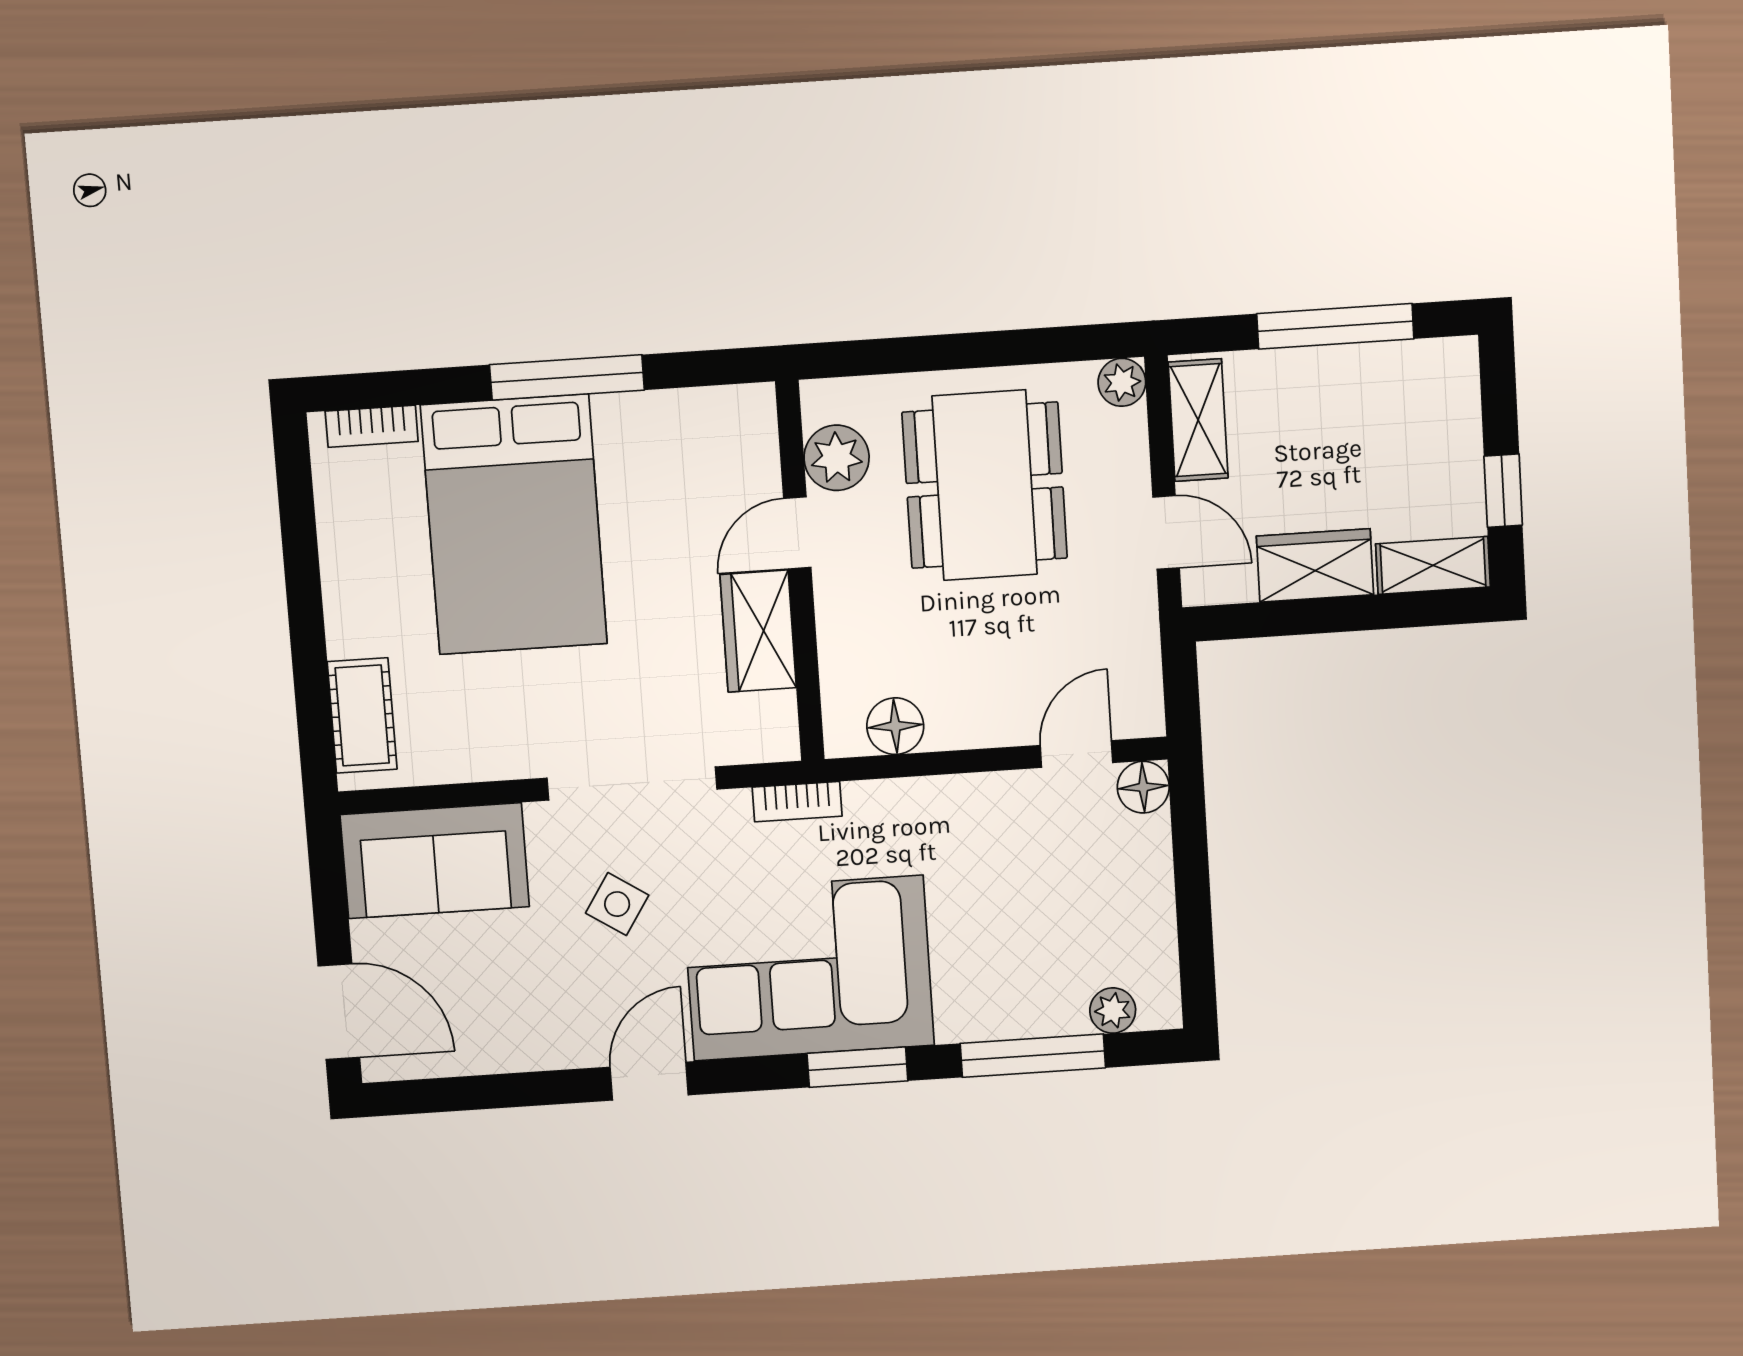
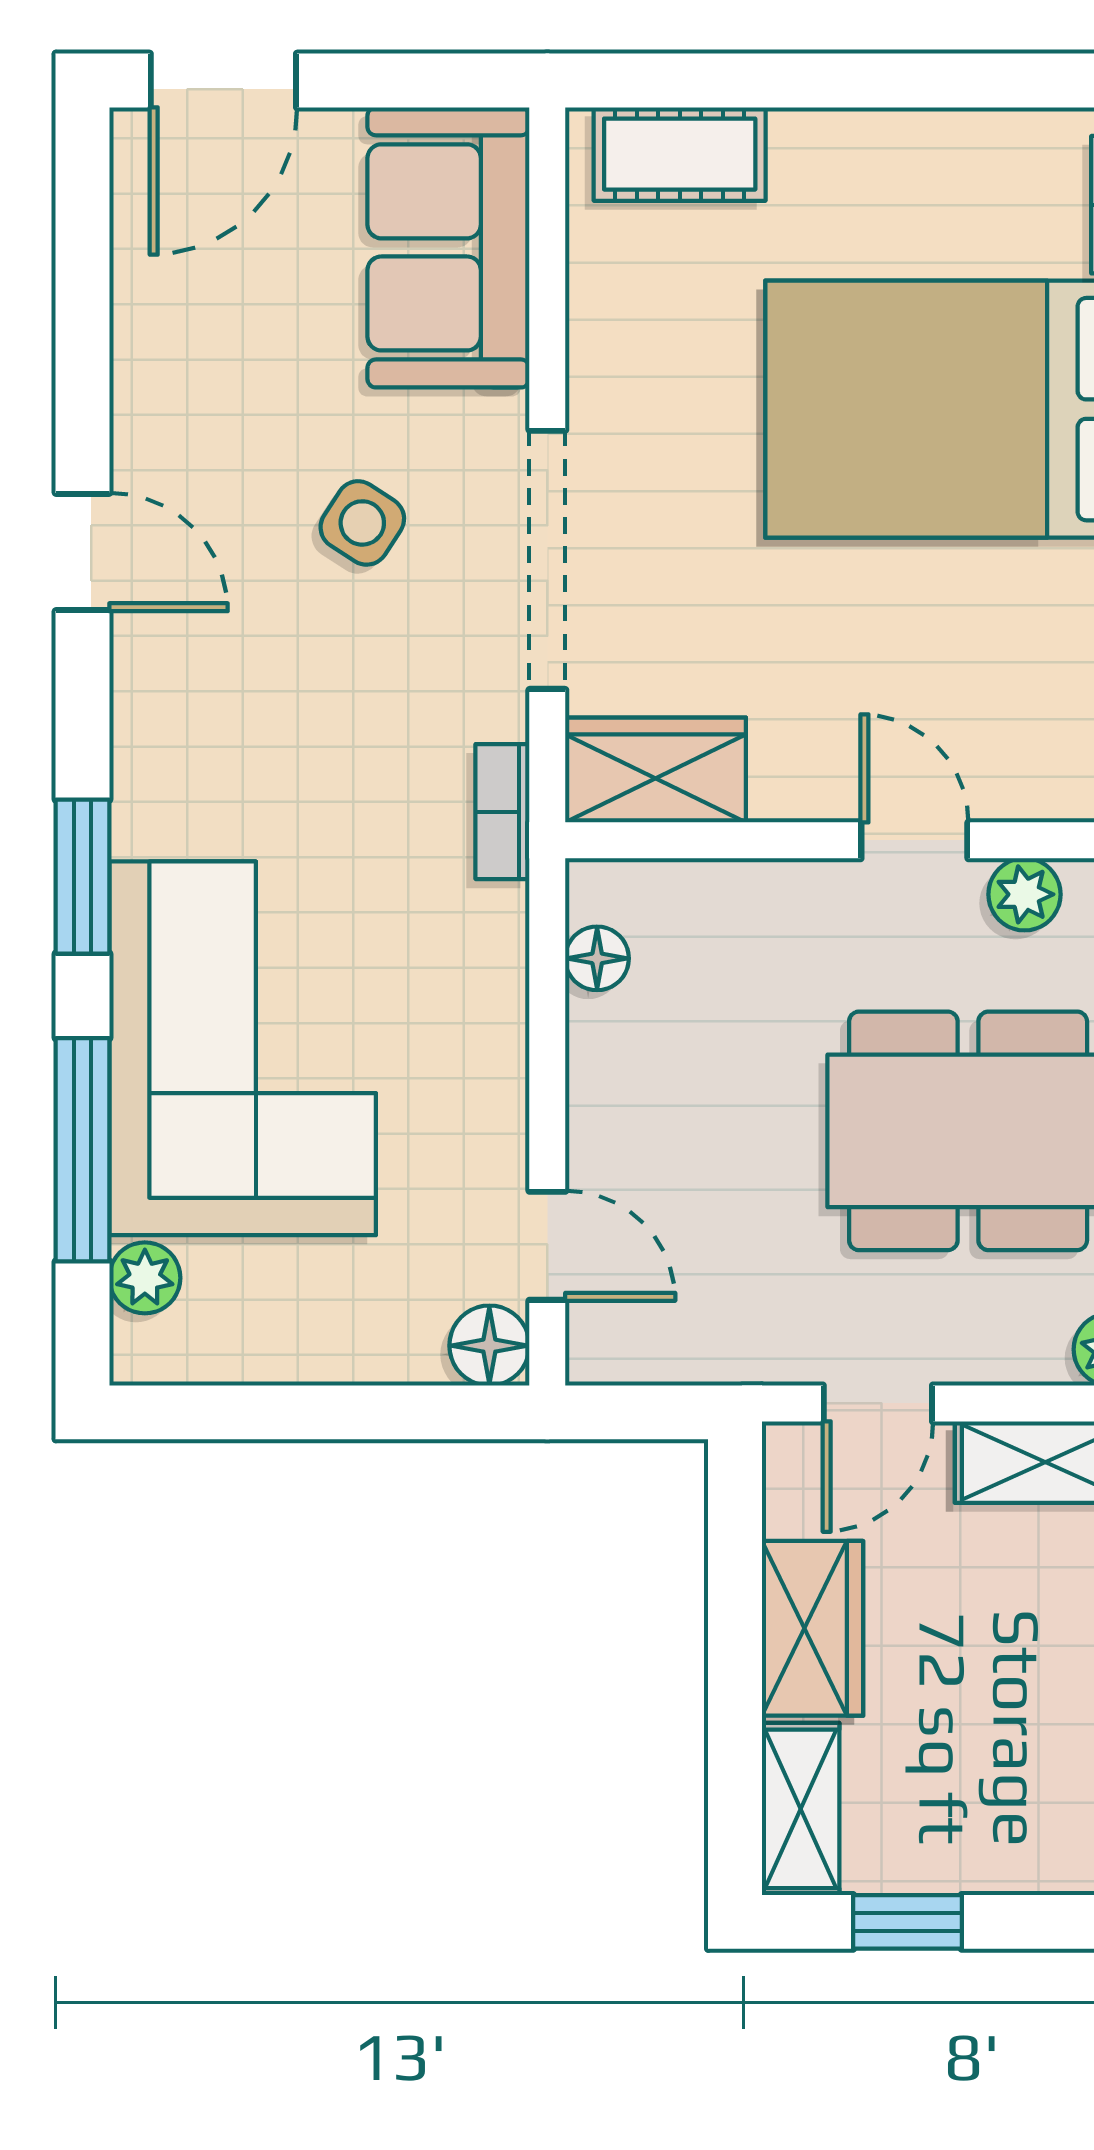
plant: (837, 458) -> (1025, 894), width x0.73, depth x0.73
wardrobe: (758, 631) -> (656, 770), moved
floor lamp: (895, 726) -> (597, 958), width x0.73, depth x0.73
corner sofa: (808, 968) -> (243, 1048), moved

